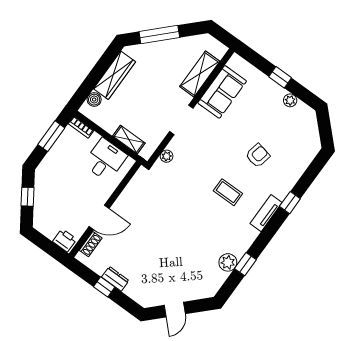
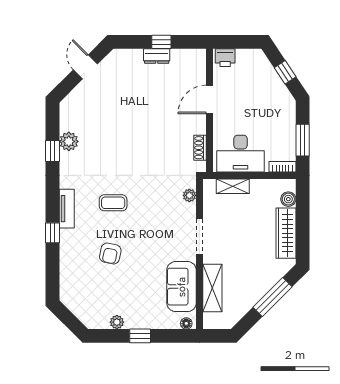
floor lamp: (239, 62) -> (186, 323), added
desk: (105, 160) -> (241, 154), width x1.37
shoe rack: (91, 244) -> (200, 148), moved

